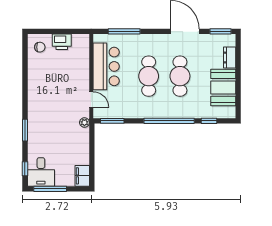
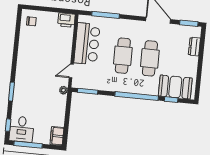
printer: (62, 42) -> (66, 20), moved
booth: (223, 87) -> (175, 87), moved, turned 90
door: (91, 100) -> (71, 71), swing flipped

